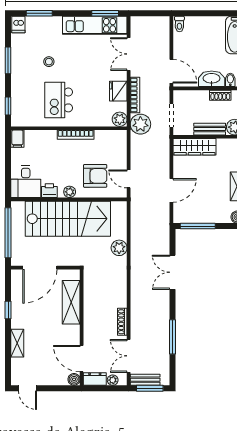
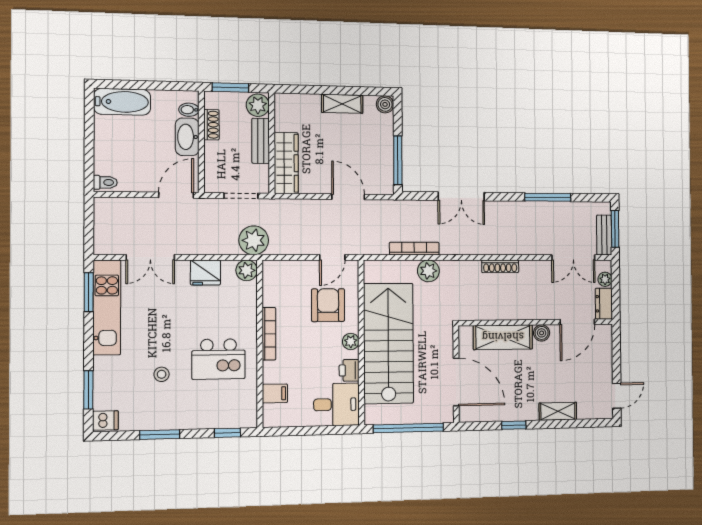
bookcase: (135, 95) -> (414, 249), moved
filing cabinet: (17, 139) -> (275, 393), moved
shoe rack: (122, 322) -> (500, 266), moved
boiler: (74, 379) -> (542, 333), moved

